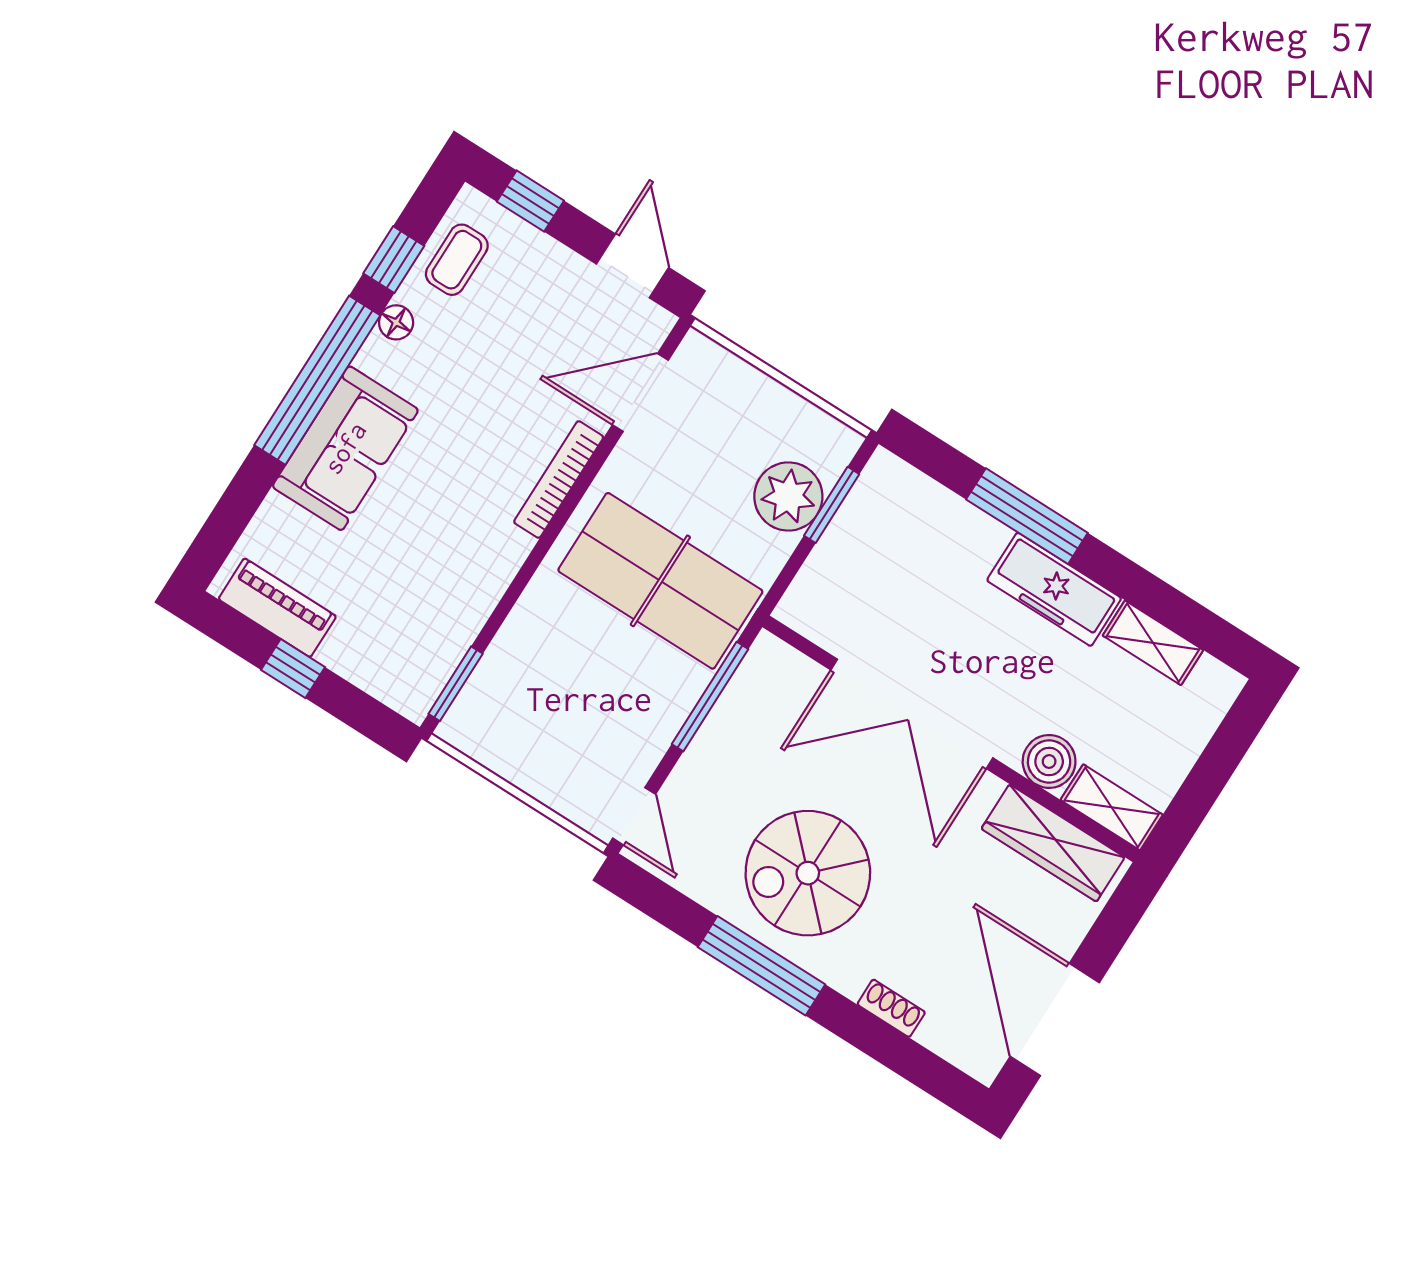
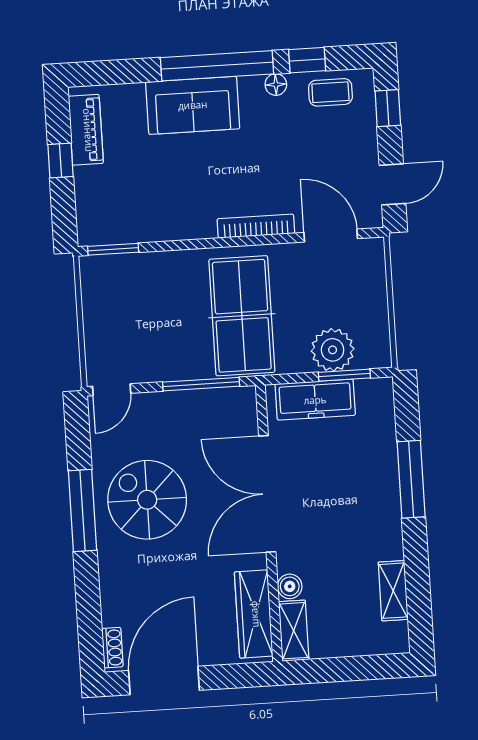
freezer: (1054, 589) -> (315, 400), moved, turned -90
boiler: (1049, 761) -> (290, 586), width x0.73, depth x0.73
shoe rack: (891, 1008) -> (112, 648), moved

